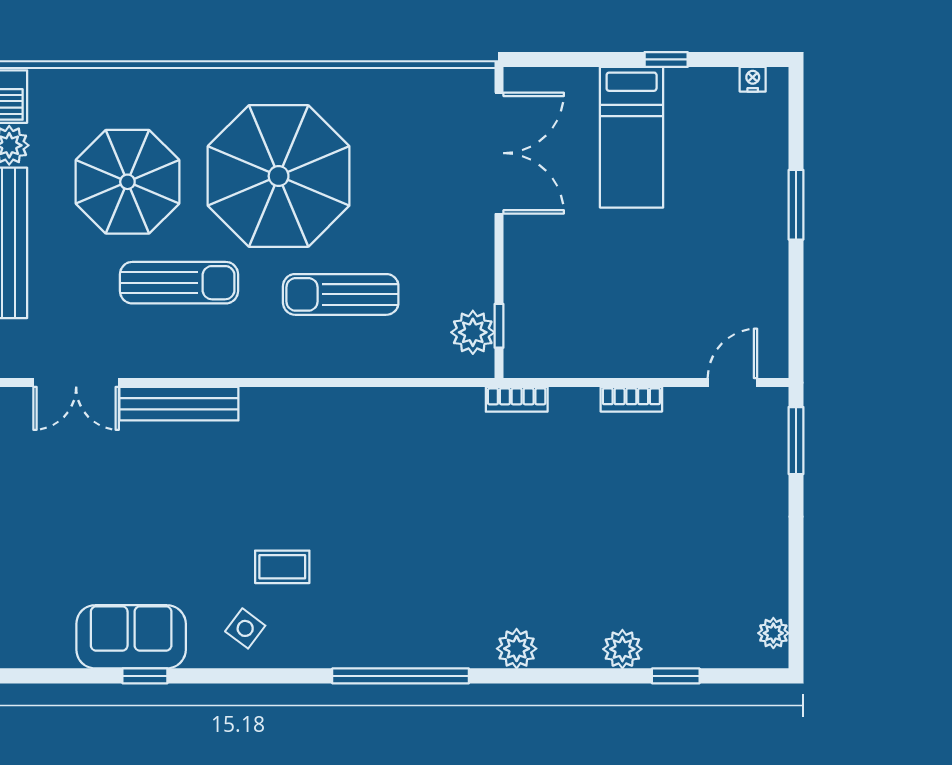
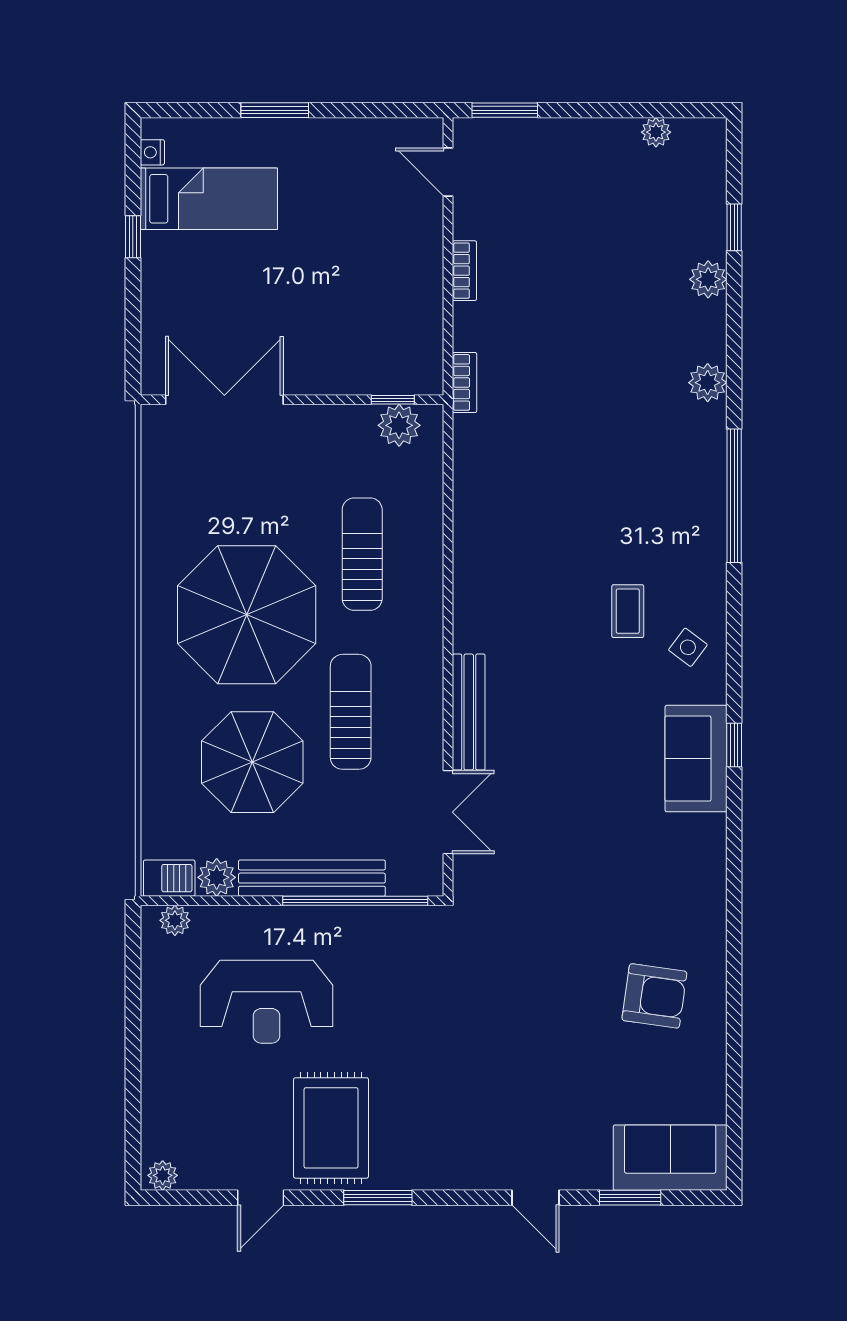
bed: (632, 137) -> (209, 199), moved
sun lounger: (341, 294) -> (362, 554), turned 180
plant: (773, 633) -> (656, 132), moved

